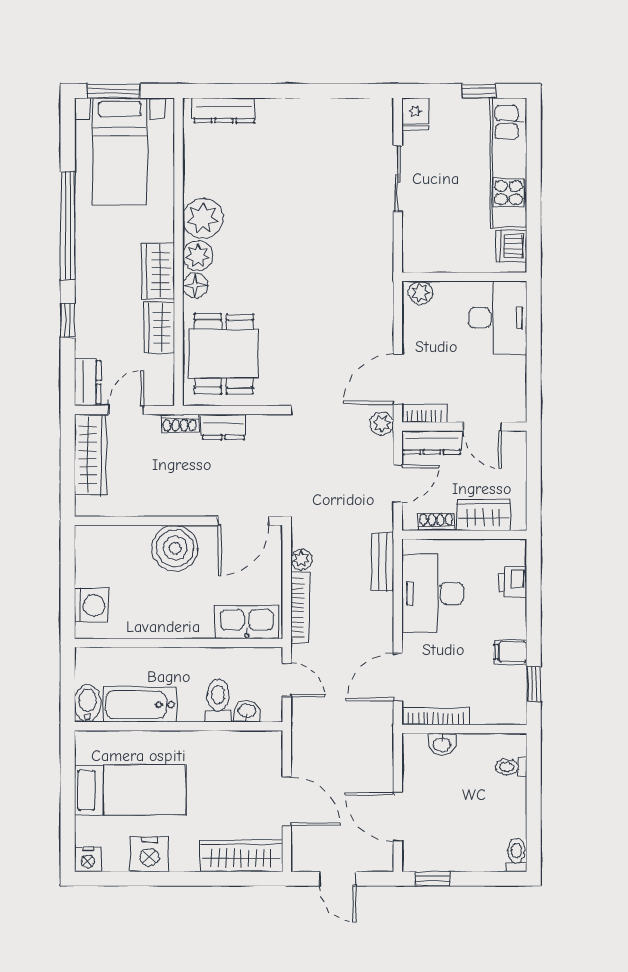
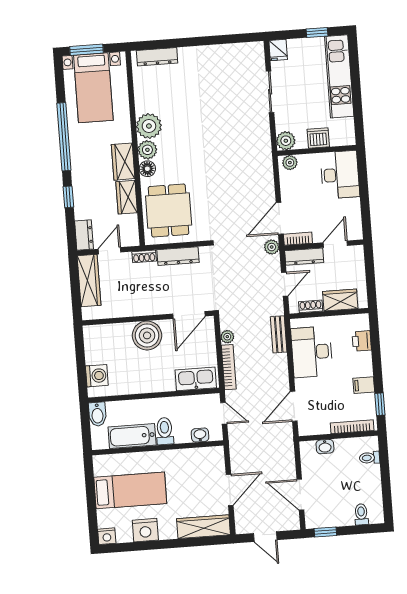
dishwasher: (511, 246) -> (318, 138), moved, turned 90
plant: (417, 258) -> (286, 141), added
dresser: (223, 427) -> (178, 256), width x1.44
door: (482, 427) -> (335, 244), swing flipped
toilet: (218, 701) -> (165, 431), moved
bidet: (88, 703) -> (97, 414), moved, turned 180
bookcase: (436, 716) -> (352, 427), moved
door: (287, 801) -> (230, 490), hinge flipped
toilet: (516, 855) -> (361, 514), moved

